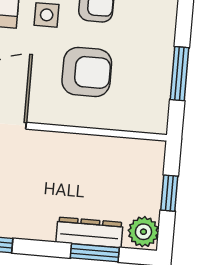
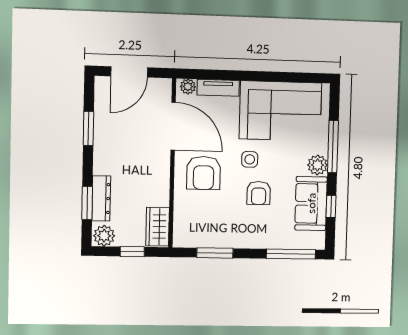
armchair: (87, 72) -> (204, 173), moved
wardrobe: (136, 154) -> (158, 227), added

